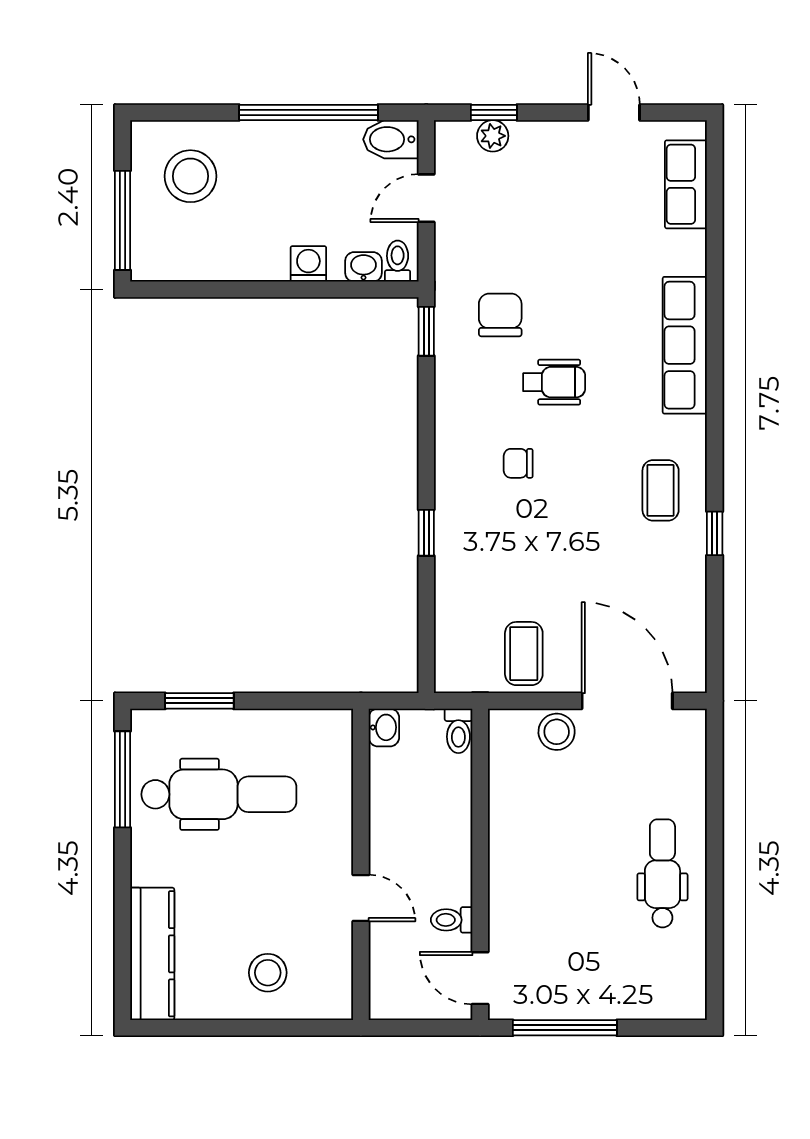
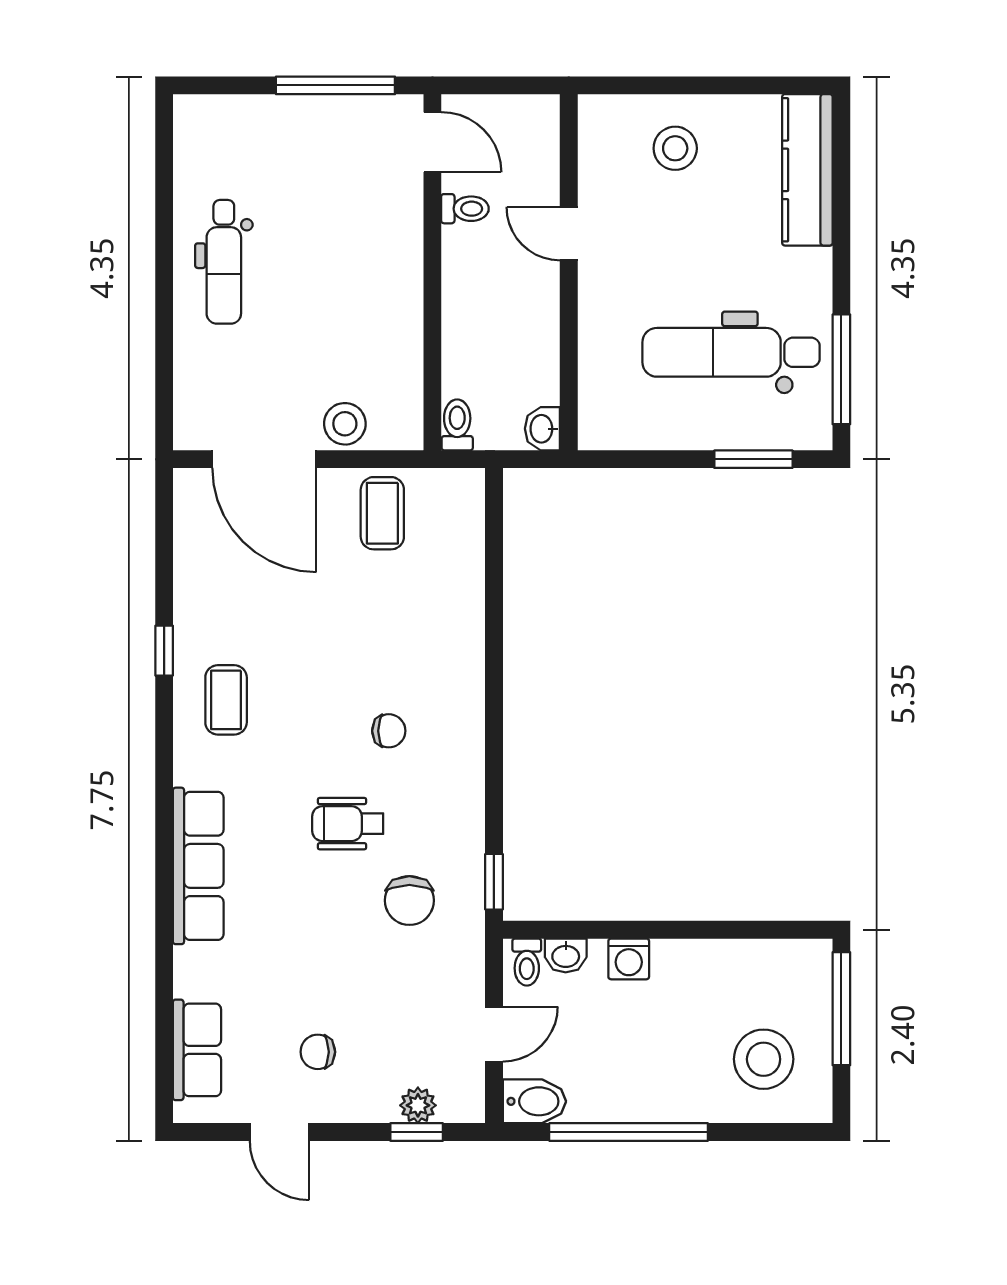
chair: (580, 183) -> (318, 1052), added
window: (426, 533) -> (494, 651), removed

